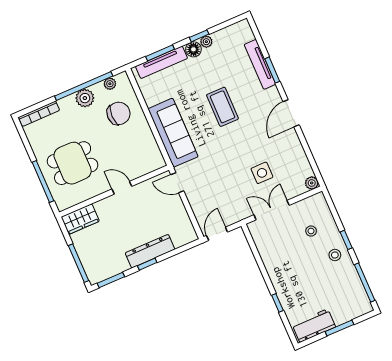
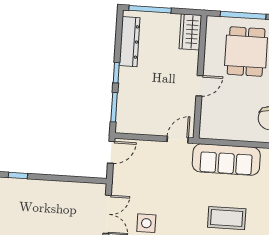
door: (217, 234) -> (111, 152), hinge flipped
dresser: (150, 251) -> (130, 42), moved
window: (111, 280) -> (114, 107), moved

